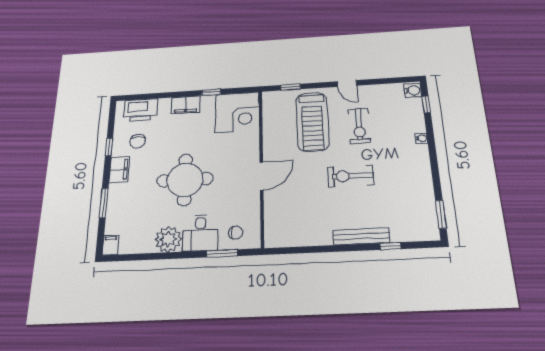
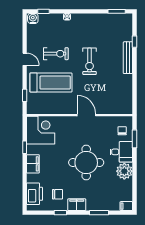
door: (347, 83) -> (25, 59), hinge flipped

